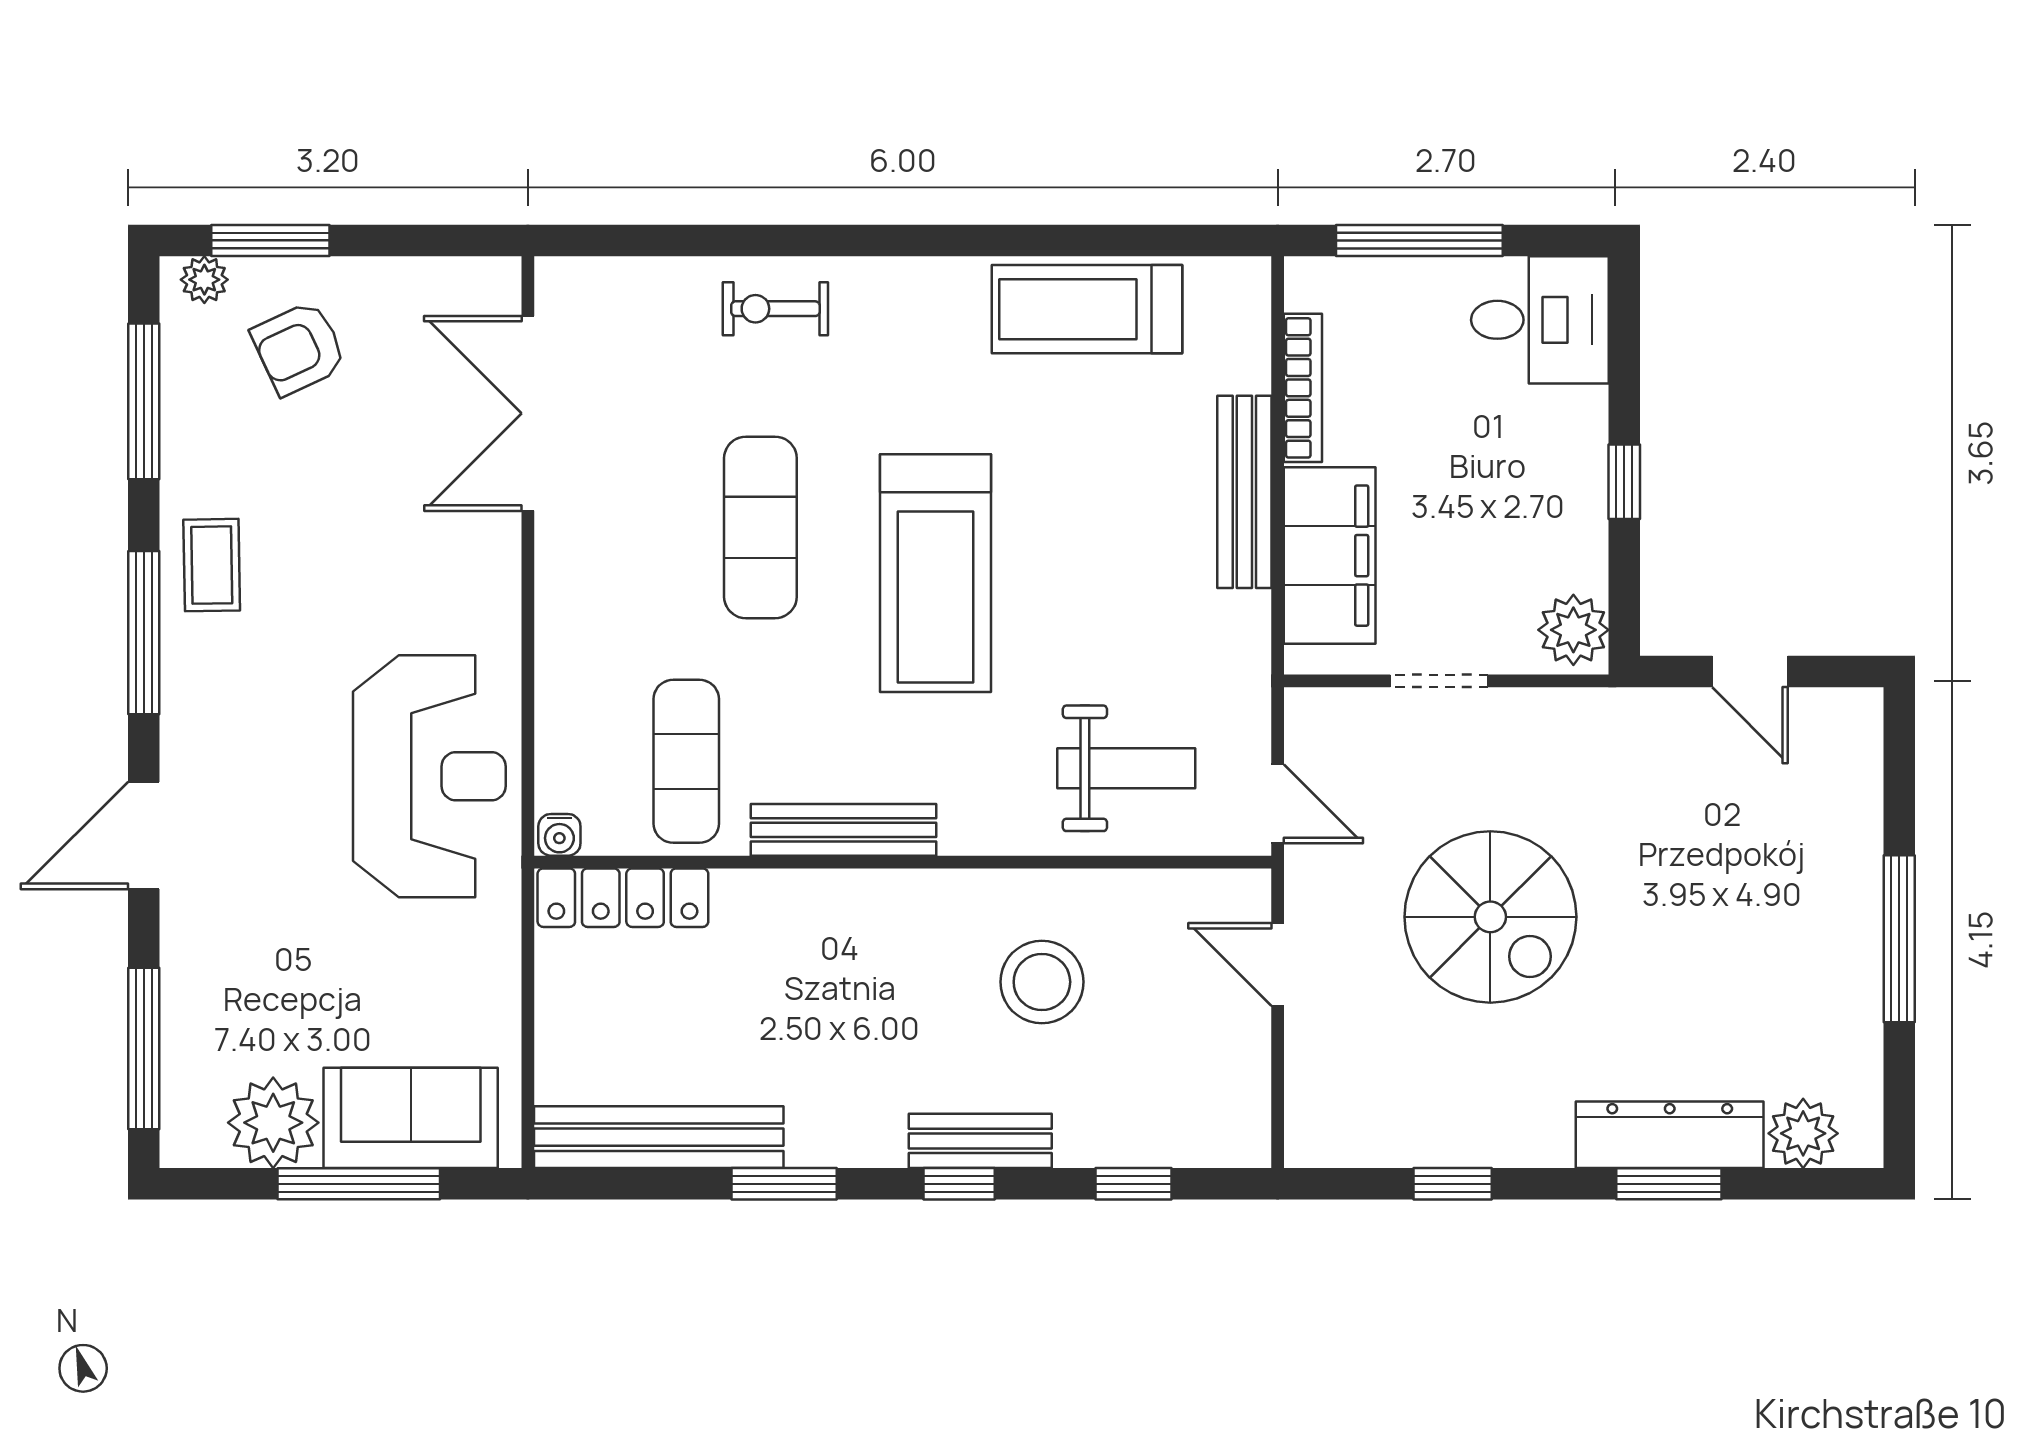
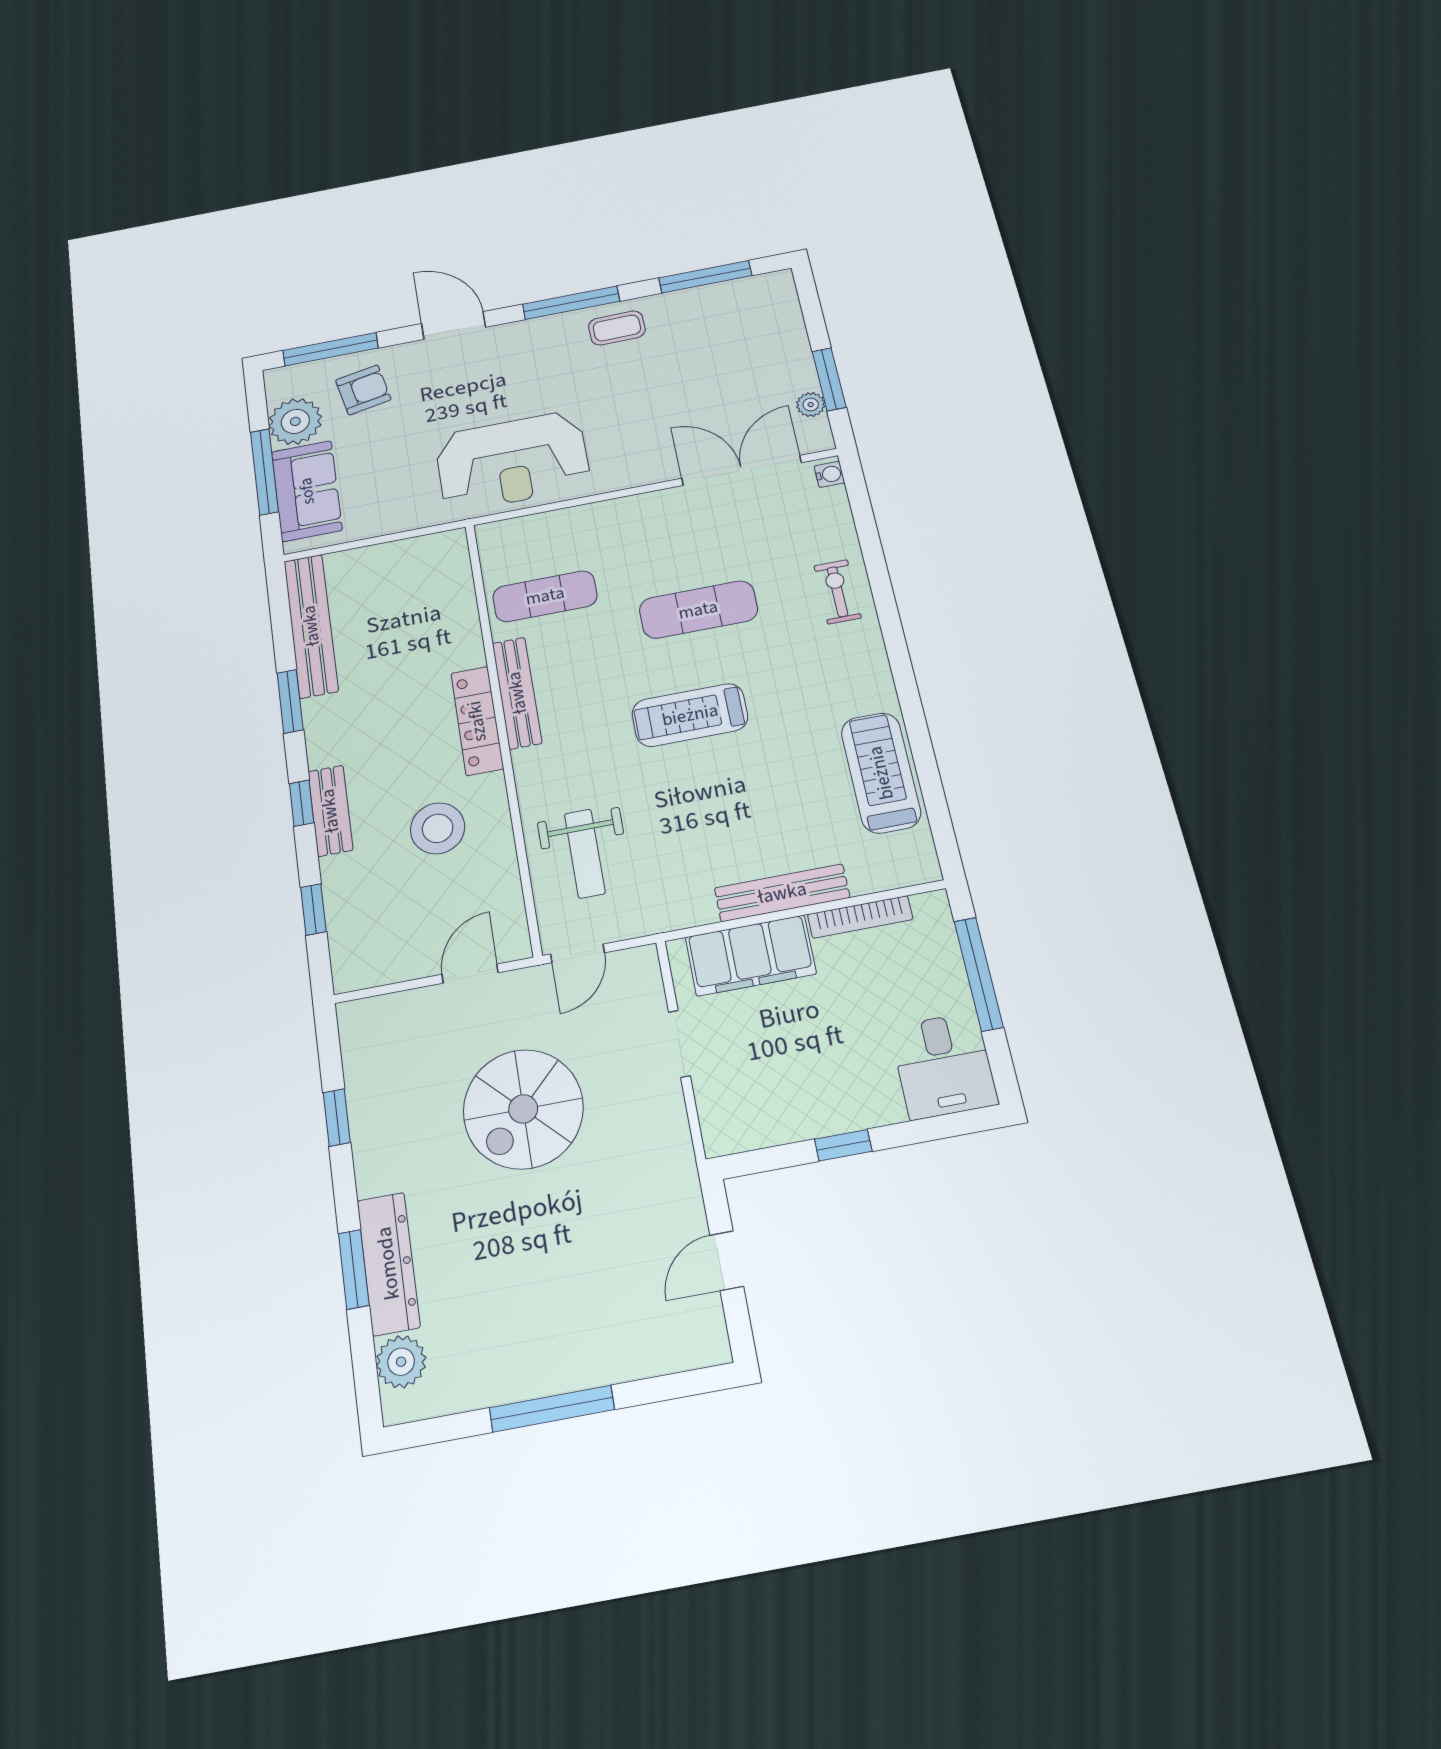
window: (270, 240) -> (829, 379), moved
plant: (204, 280) -> (811, 405), moved
armchair: (299, 348) -> (363, 390), moved, turned 104
treadmill: (935, 573) -> (690, 715), width x0.73, depth x0.73
plant: (1573, 630) -> (732, 1129), removed
water cooler: (559, 835) -> (829, 474), moved, turned 180
locker: (623, 898) -> (477, 721), moved

